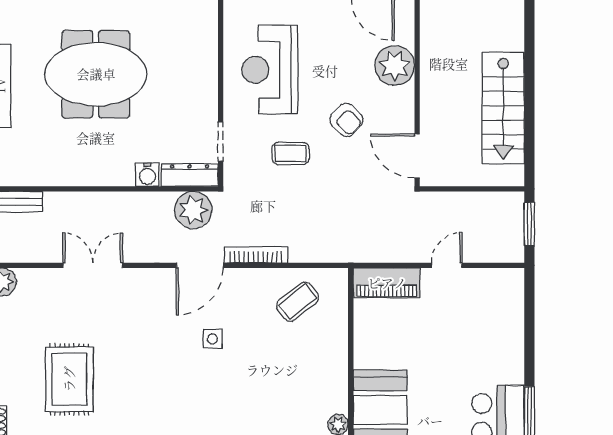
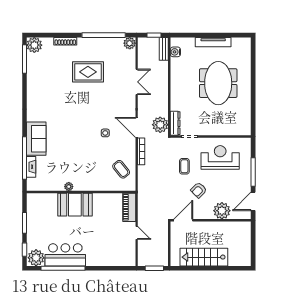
water cooler: (147, 175) -> (175, 52), moved

